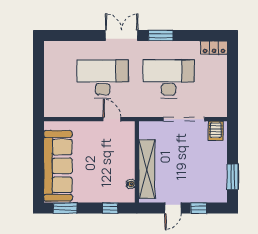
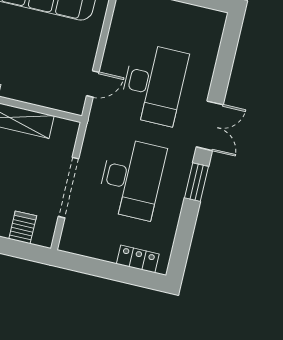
locker: (214, 48) -> (138, 259), moved, turned 90
server rack: (216, 131) -> (23, 227), moved, turned 90

